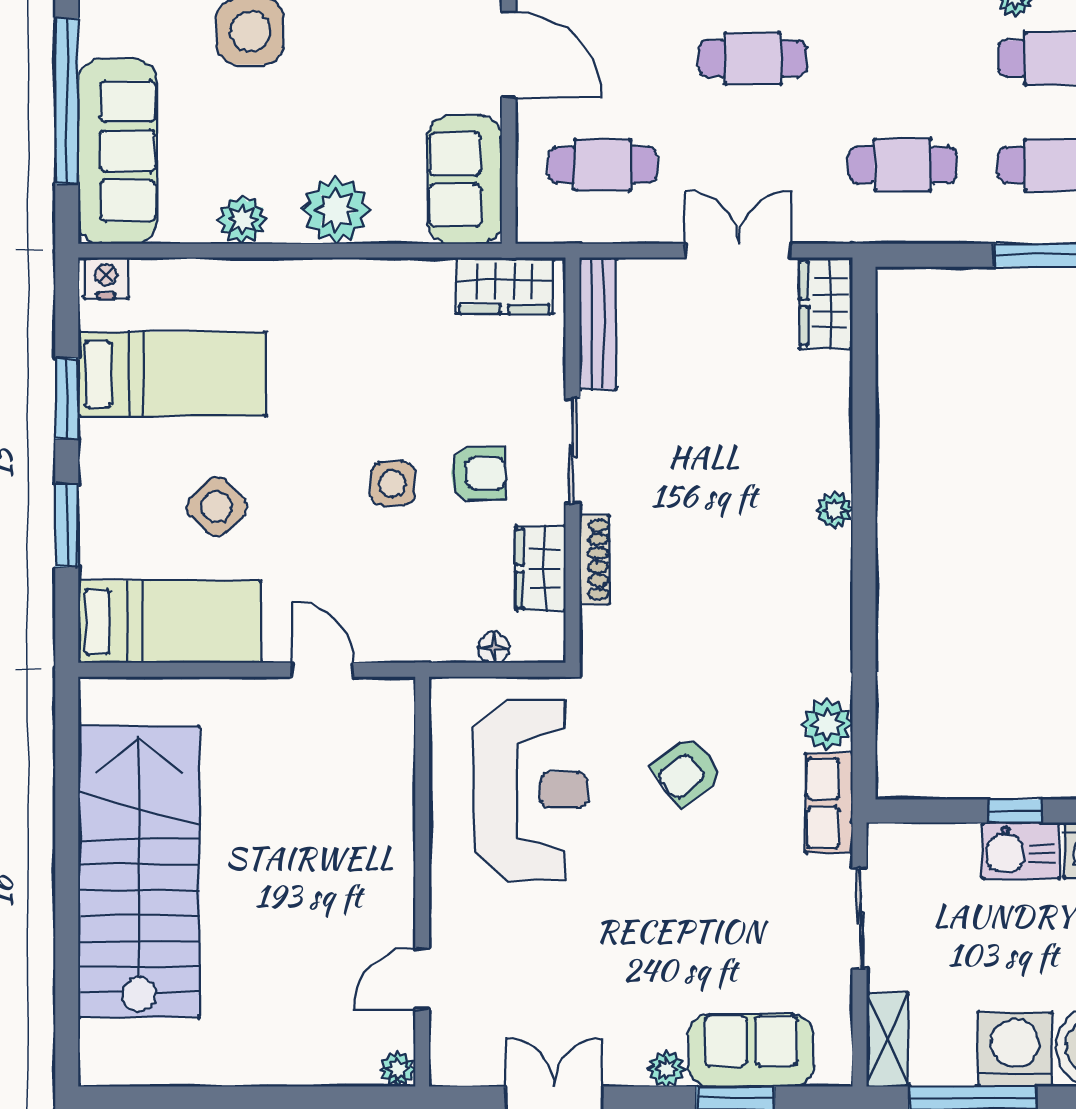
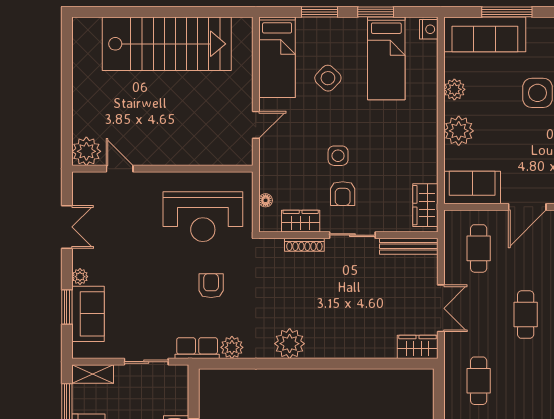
window: (67, 101) -> (507, 12), width x0.68
plant: (834, 510) -> (290, 344), moved, width x1.88, depth x1.88
armchair: (687, 771) -> (211, 286), turned 37
plant: (398, 1069) -> (86, 151), width x1.87, depth x1.87

